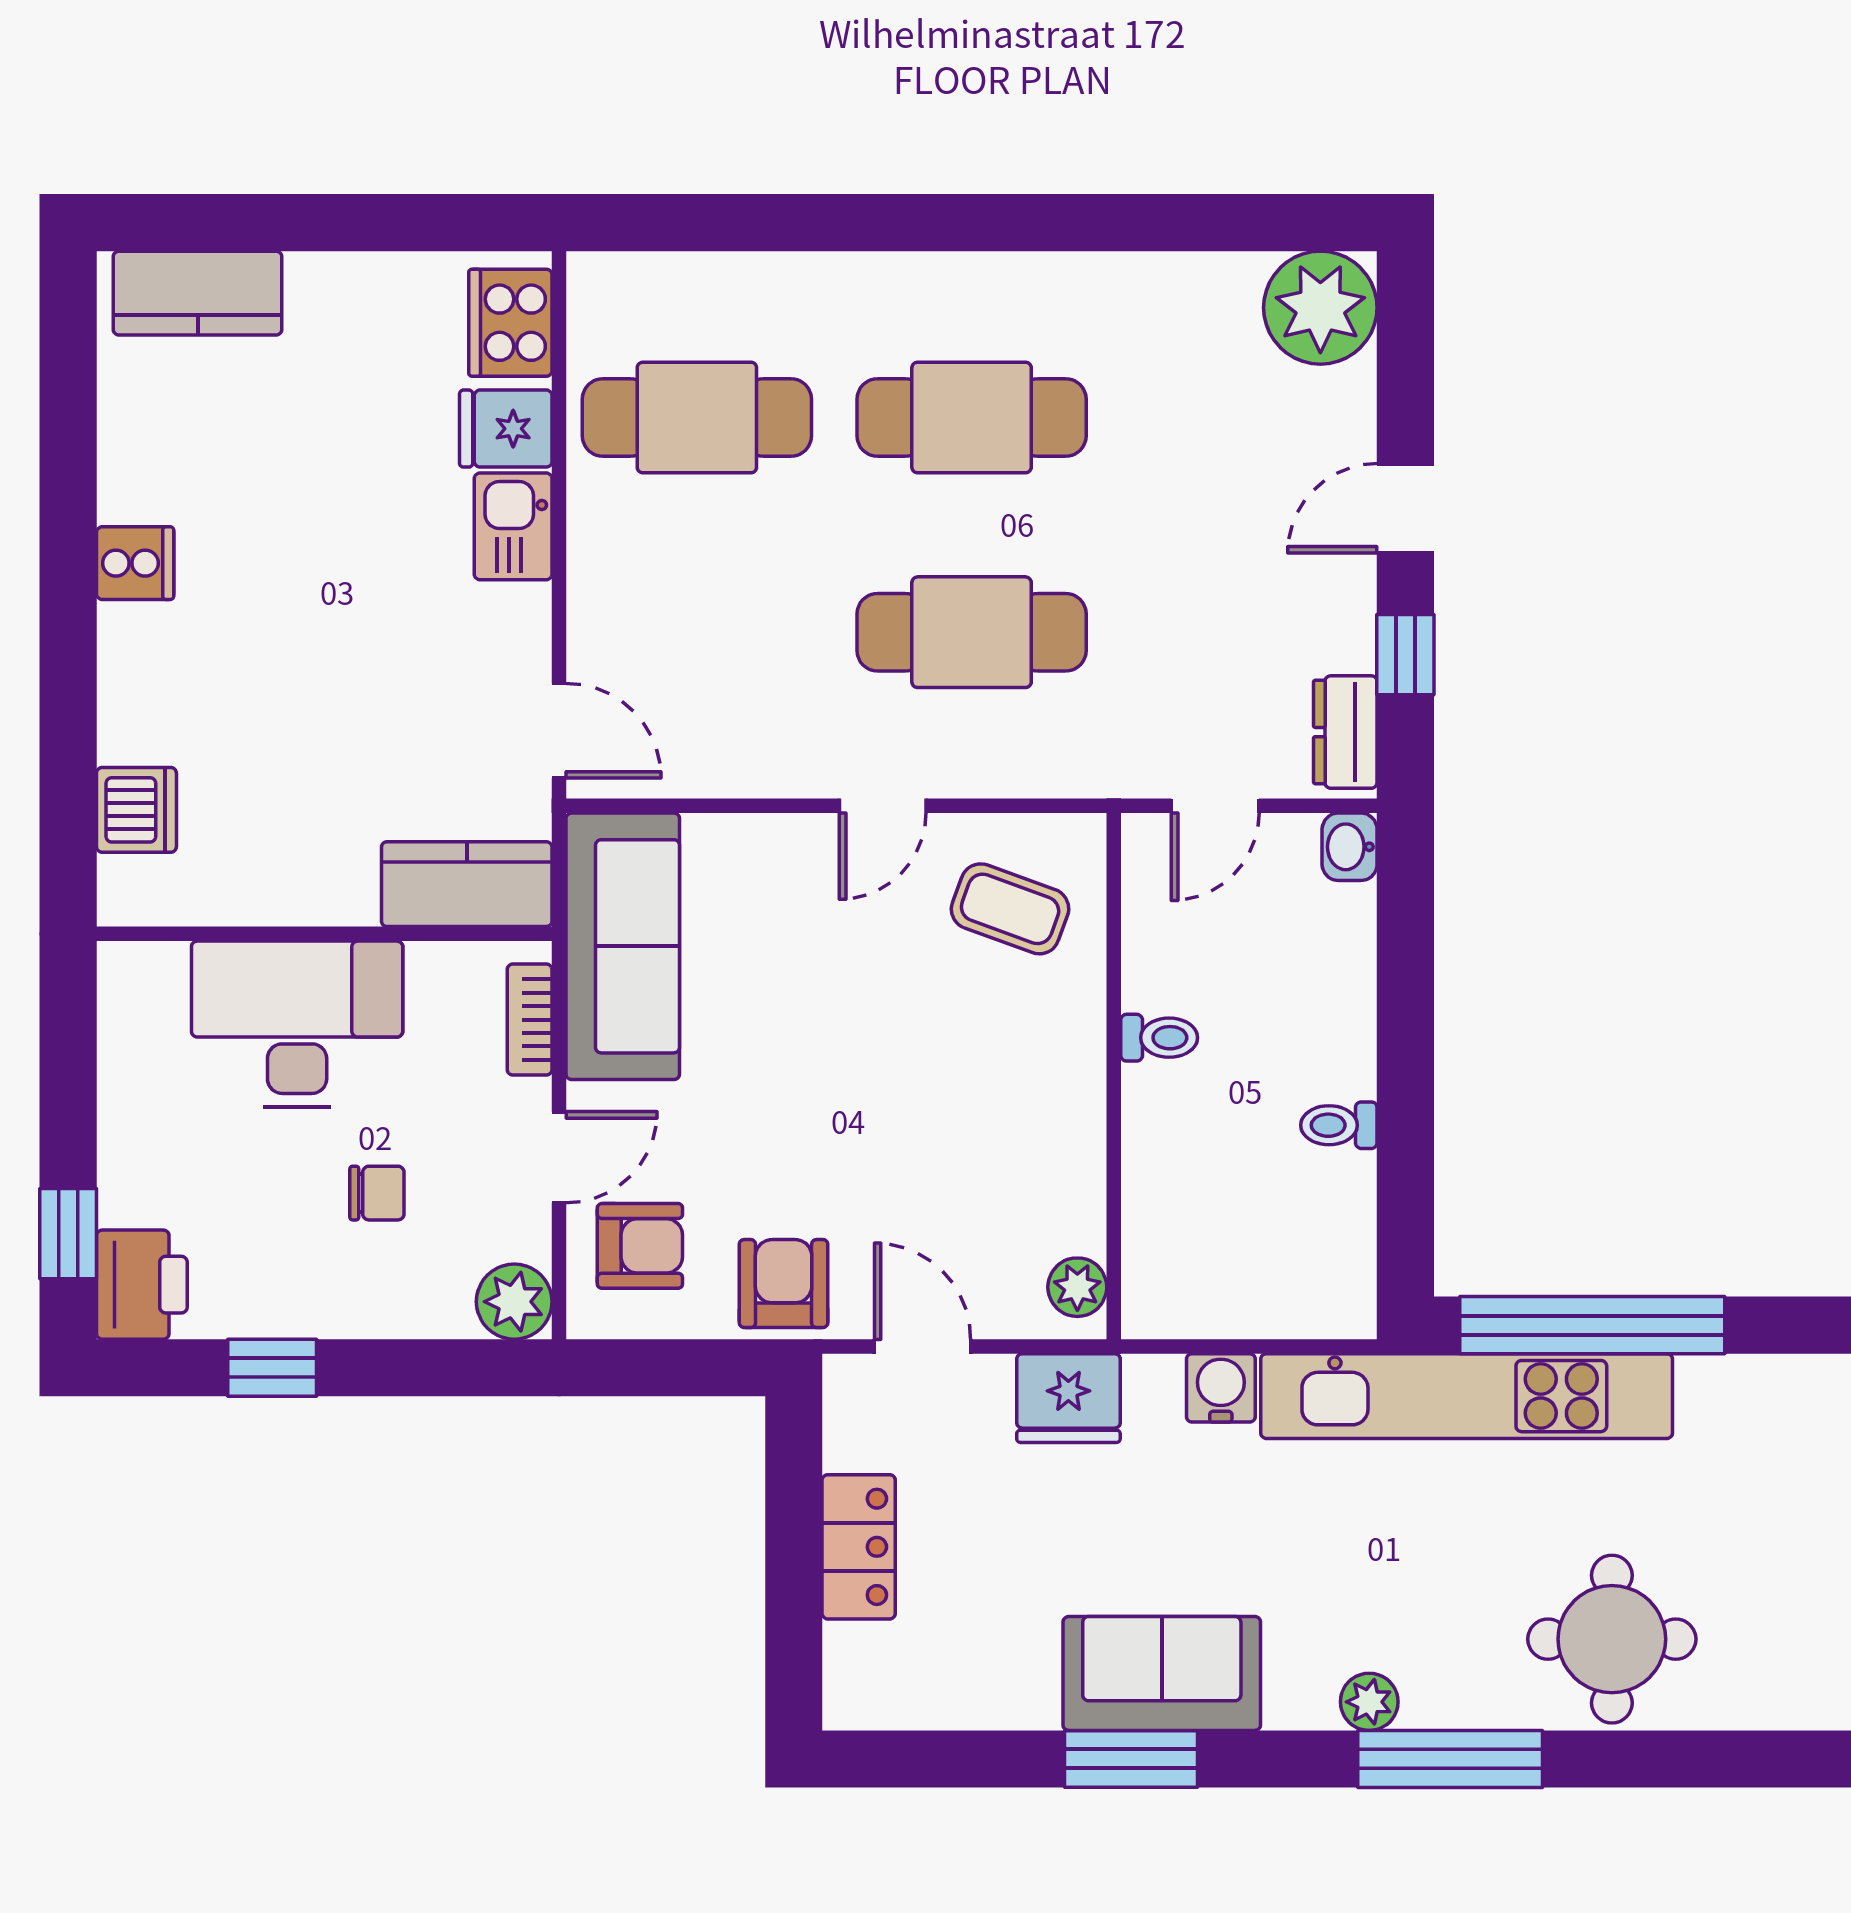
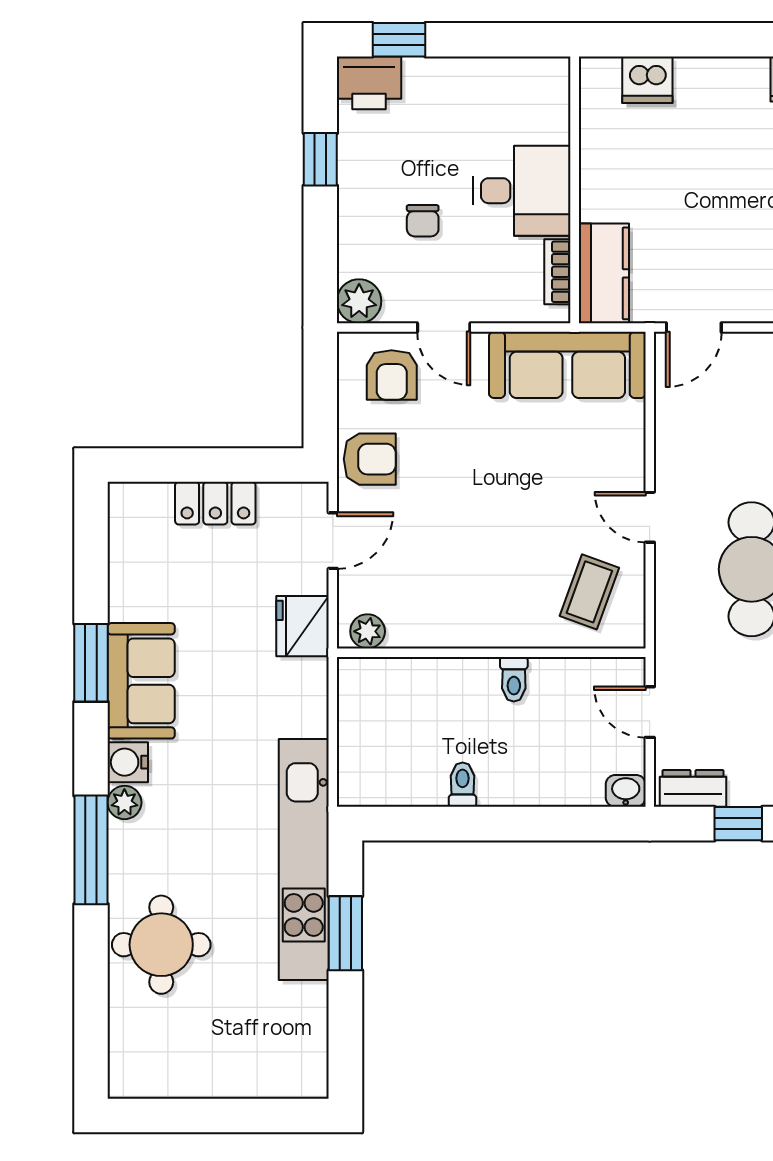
bookcase: (530, 1020) -> (557, 272), moved, turned -90
desk: (297, 1024) -> (522, 191), width x0.73
window: (1592, 1325) -> (345, 933), width x0.47
water cooler: (1221, 1388) -> (128, 762), moved, turned 180

